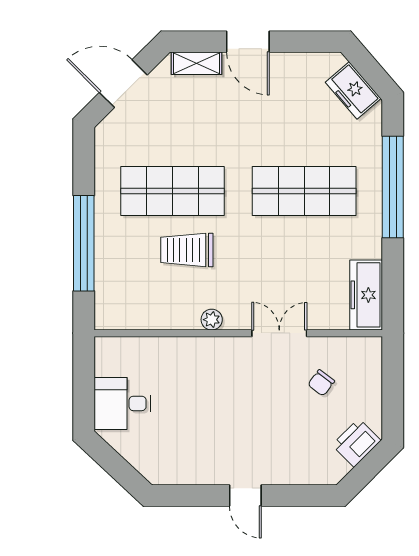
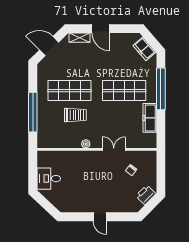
trolley: (187, 250) -> (75, 115), turned 180
freezer: (366, 295) -> (150, 118), moved

